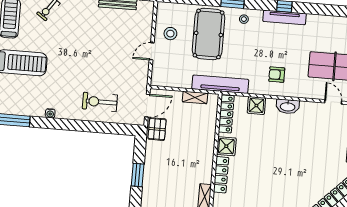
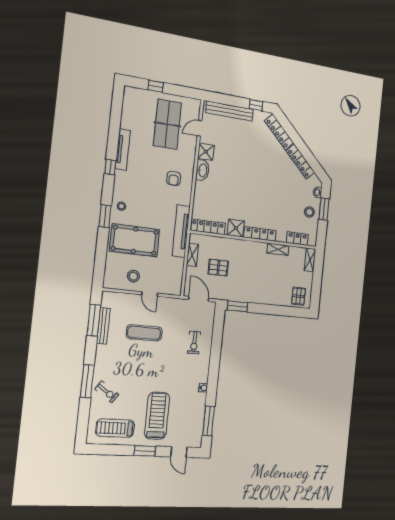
tv unit: (284, 17) -> (123, 150), moved
exercise mat: (110, 47) -> (144, 333), added
exercise bike: (100, 102) -> (194, 342), width x0.73, depth x0.72
shower: (256, 106) -> (206, 152), moved
pallet: (157, 129) -> (218, 268), moved
window: (138, 175) -> (237, 306), moved

